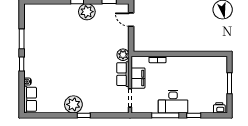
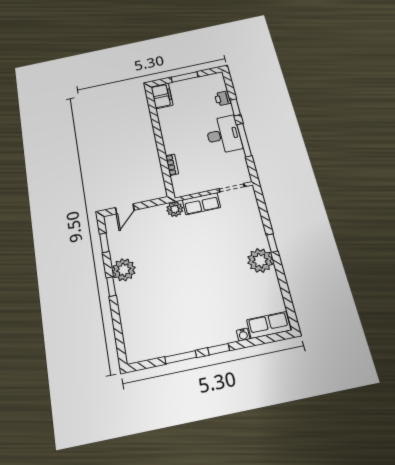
filing cabinet: (138, 78) -> (162, 96), moved, turned 90
printer: (219, 108) -> (223, 98), moved

